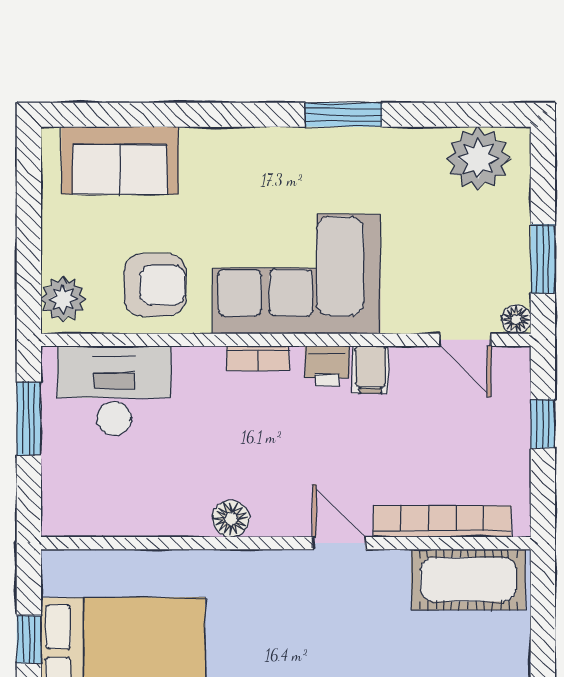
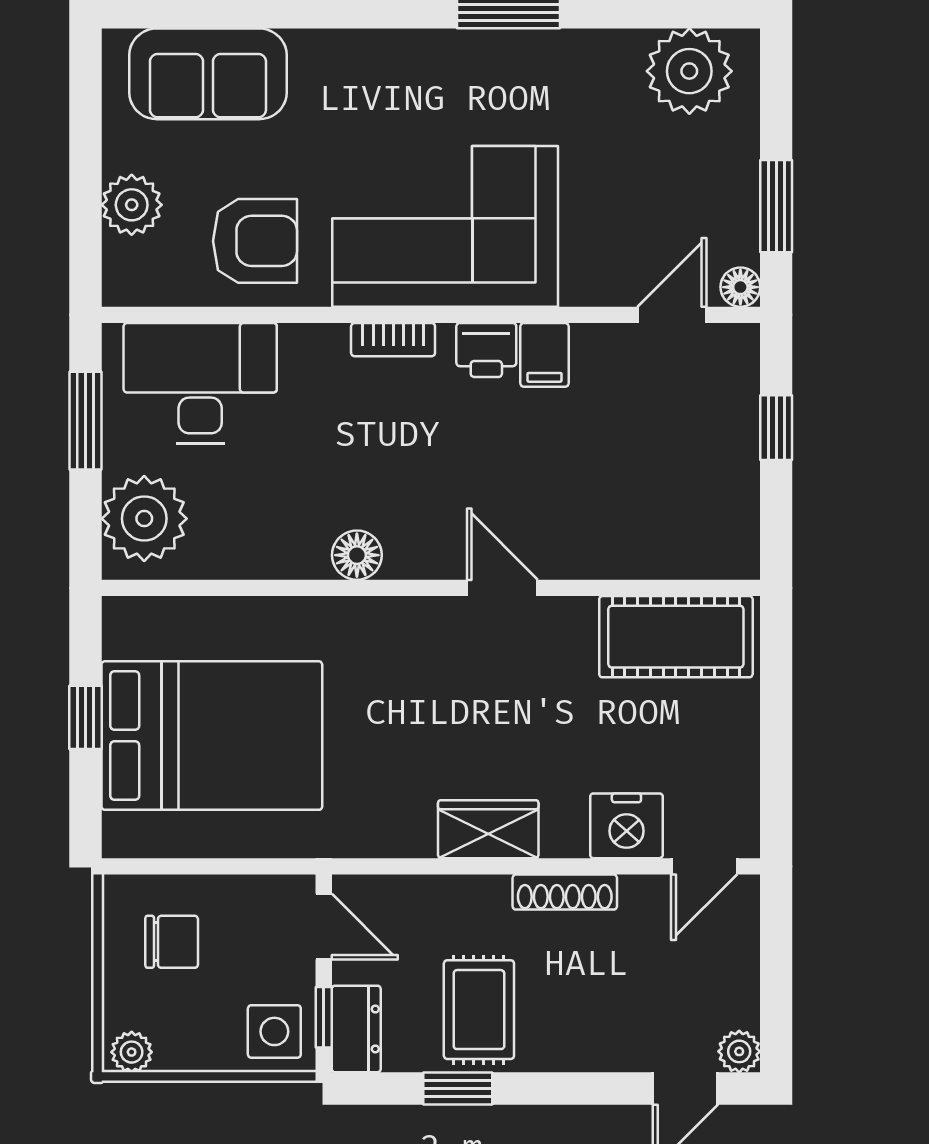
plant: (63, 299) -> (132, 205), moved
door: (465, 340) -> (672, 315), swing flipped
plant: (73, 491) -> (144, 519), added
bookcase: (442, 521) -> (641, 559), removed

